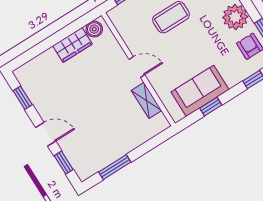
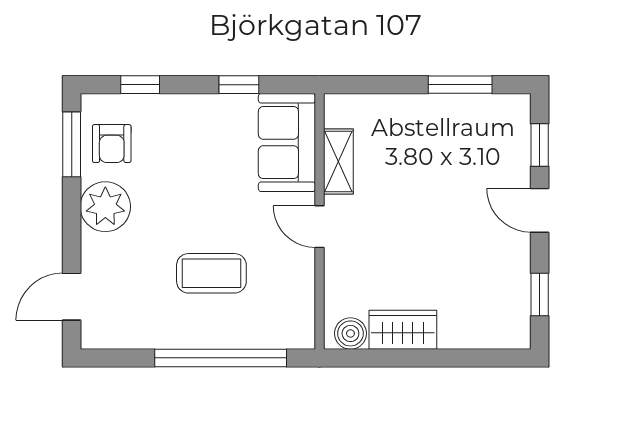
sofa: (200, 91) -> (287, 143), moved, turned 90

